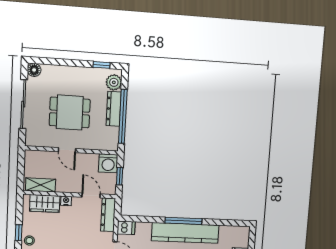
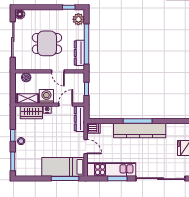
dresser: (114, 109) -> (79, 53), moved
door: (67, 150) -> (58, 71), moved
boiler: (40, 157) -> (26, 77), added
washing machine: (108, 163) -> (46, 96), moved, turned 180
door: (91, 195) -> (66, 105), hinge flipped

